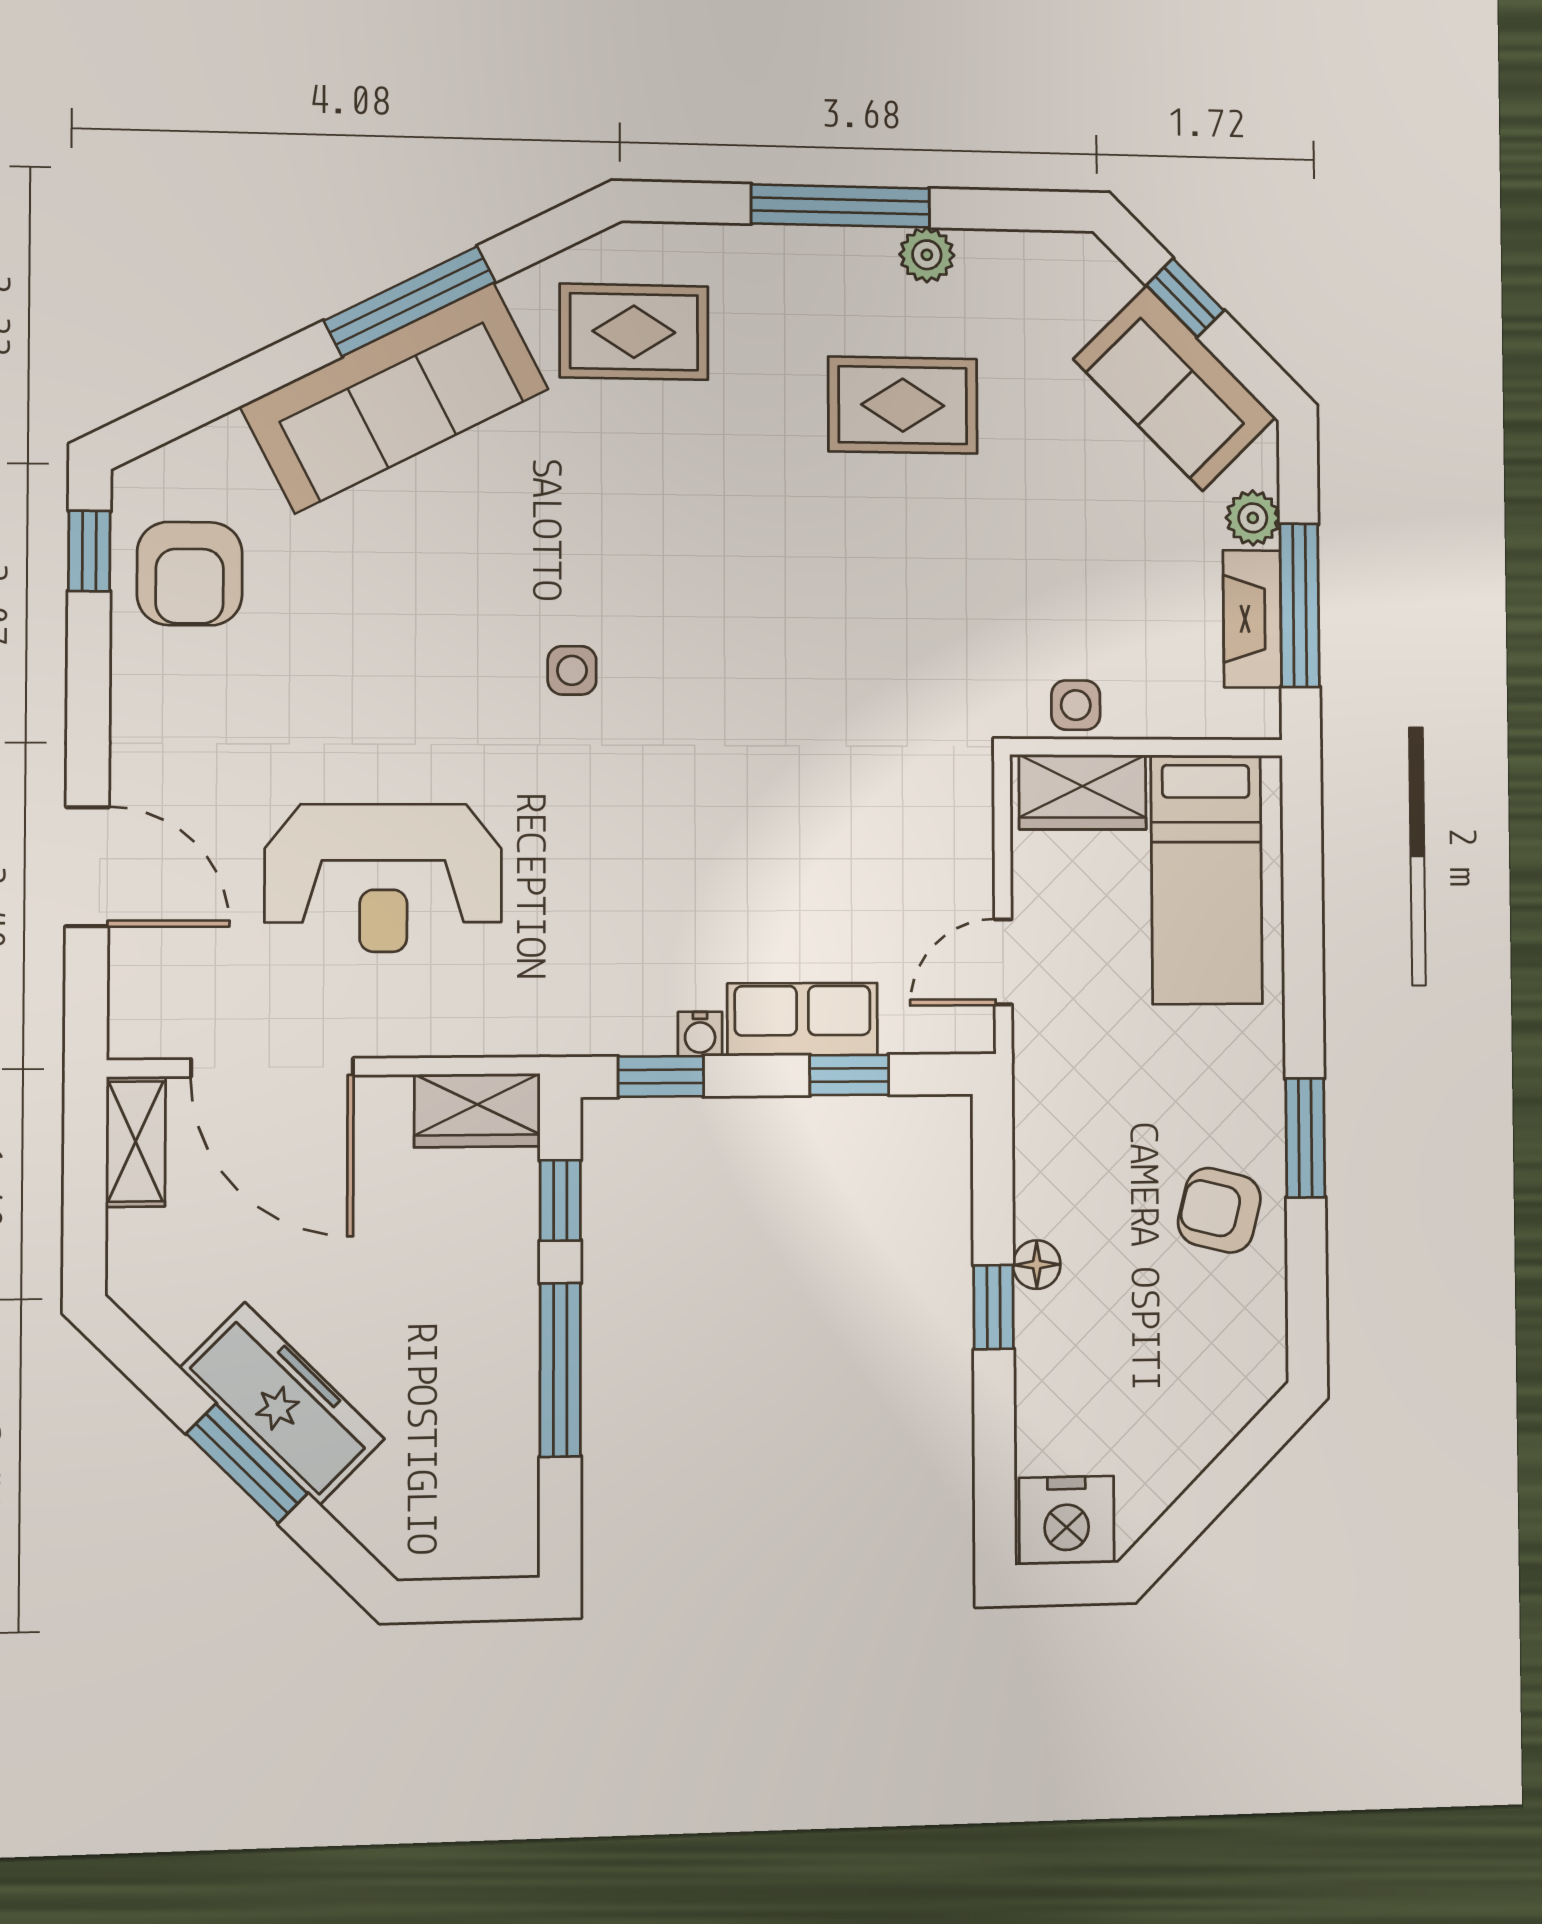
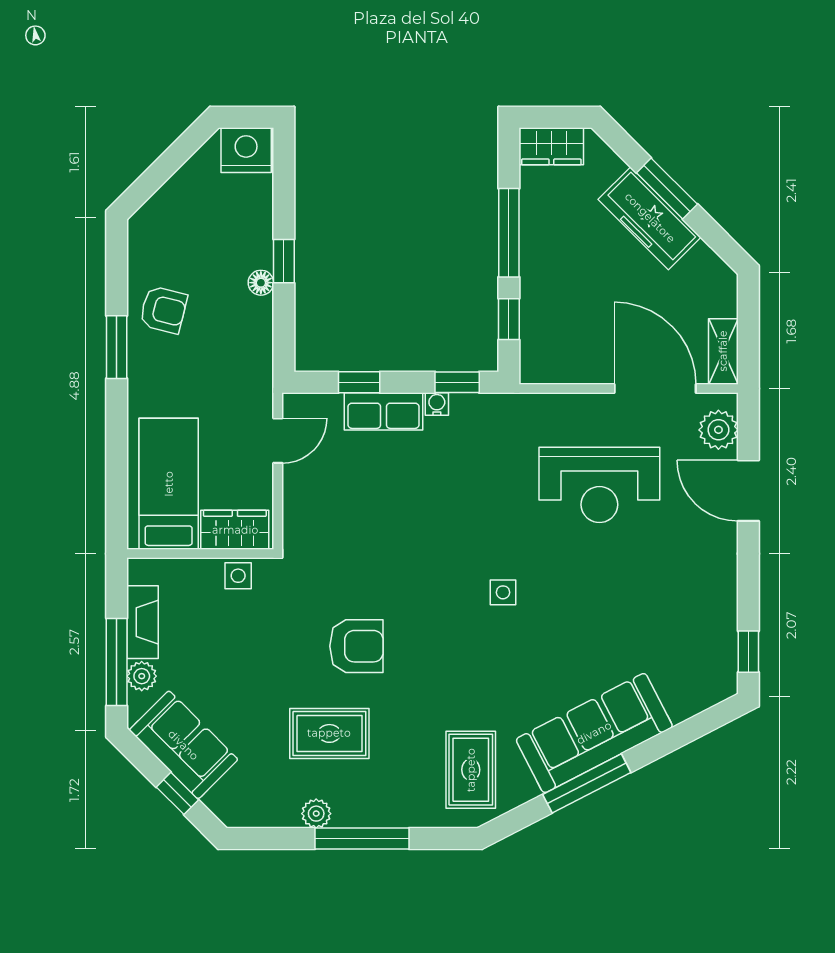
rug: (634, 332) -> (471, 770), turned 90
armchair: (190, 574) -> (356, 646), moved, turned 90
window: (1300, 605) -> (117, 662), moved
reception desk: (383, 878) -> (599, 485), turned 180
plant: (146, 987) -> (718, 430), added
wardrobe: (477, 1110) -> (551, 146), moved, turned 180

